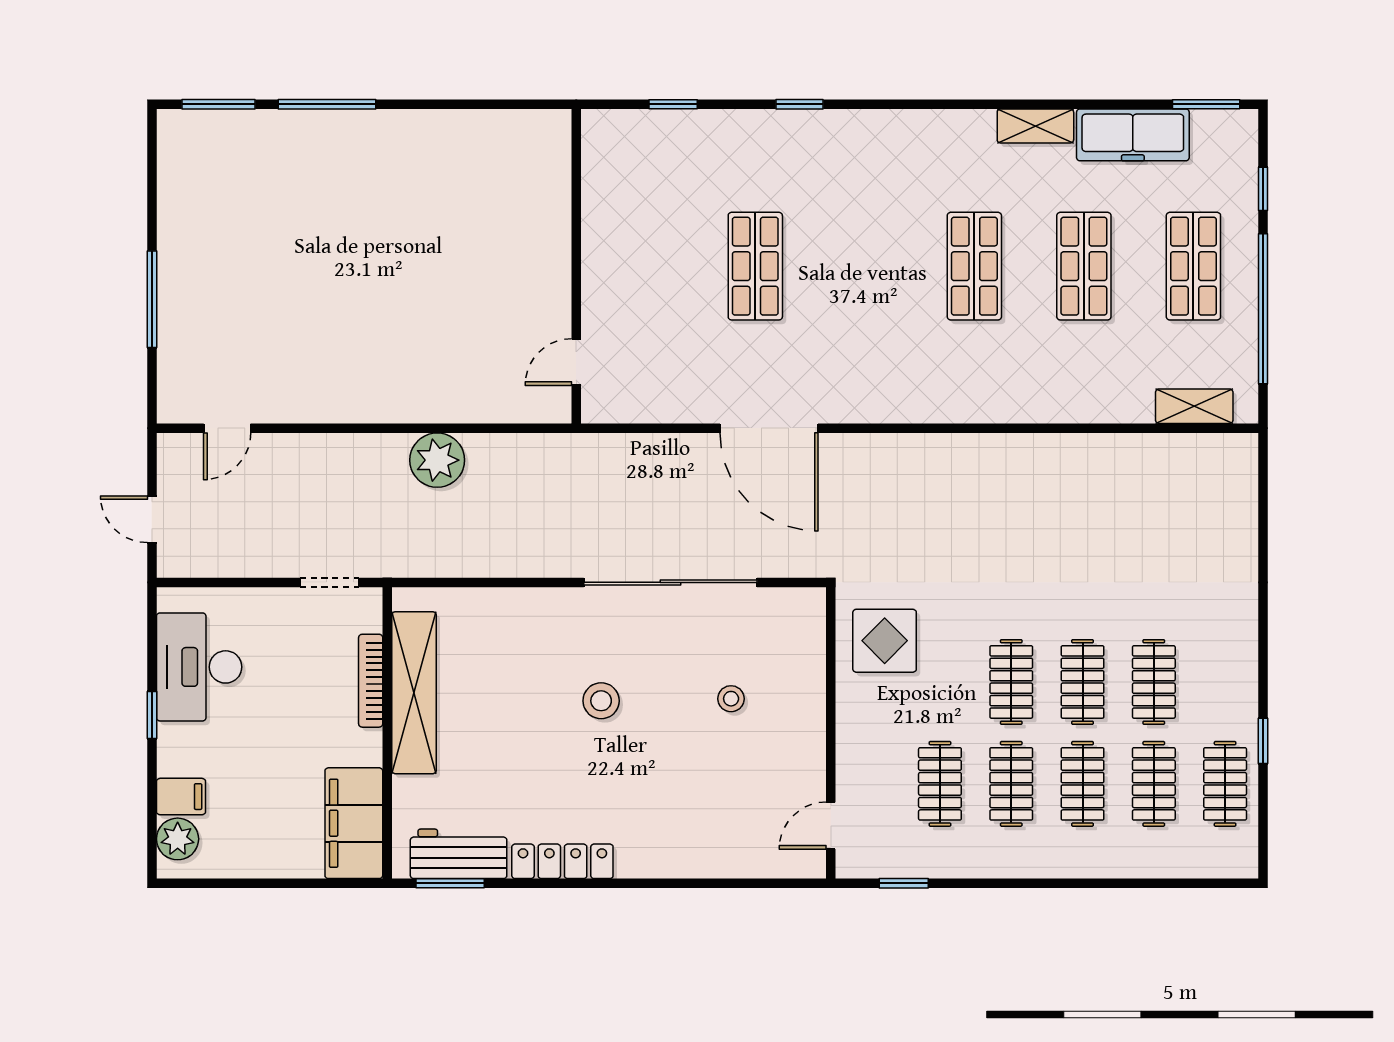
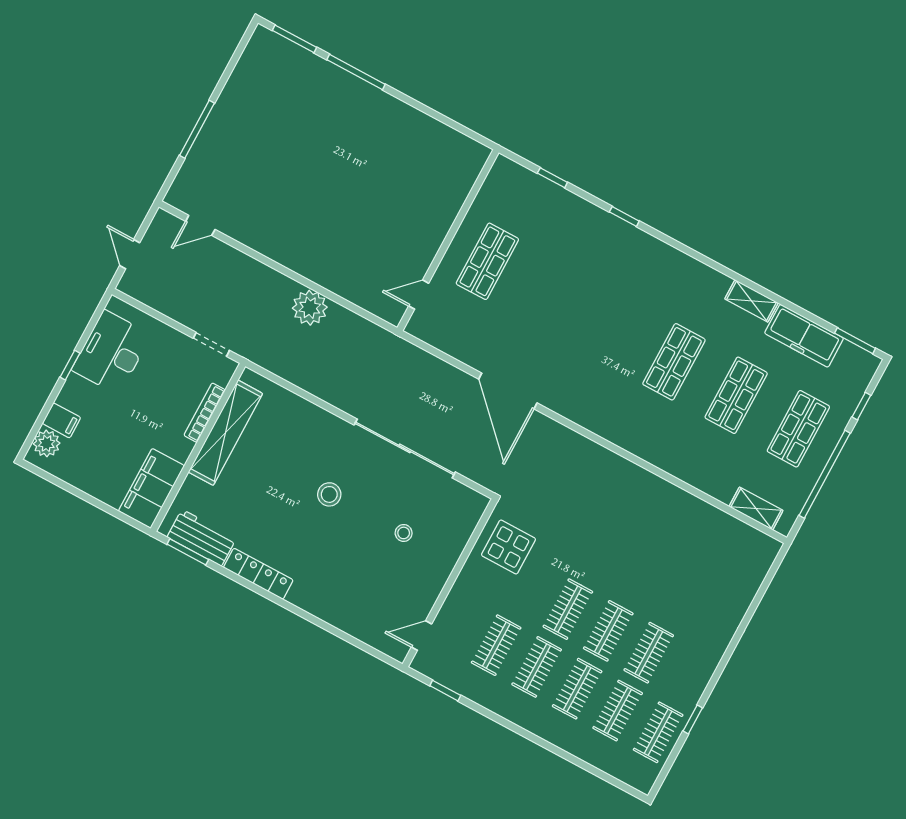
shop shelf: (755, 266) -> (487, 261), moved

